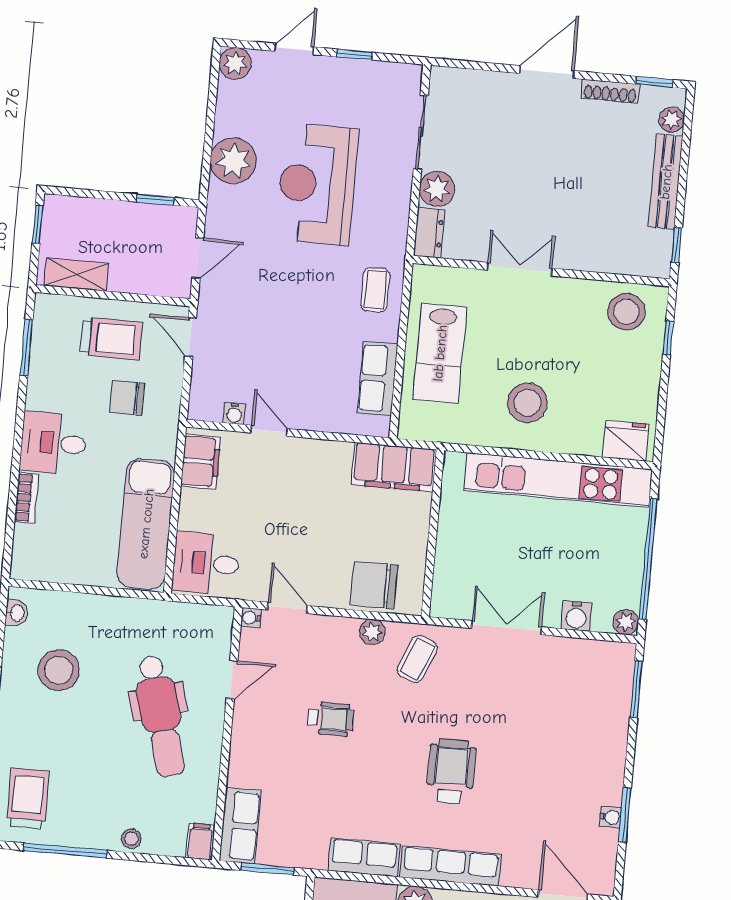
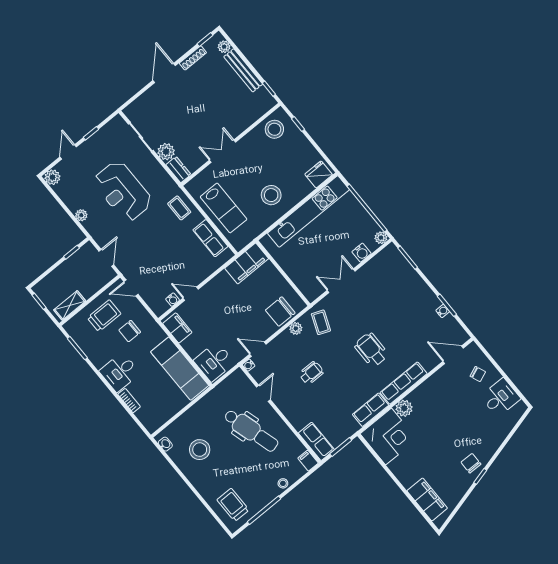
plant: (233, 161) -> (81, 215), width x0.53, depth x0.53

